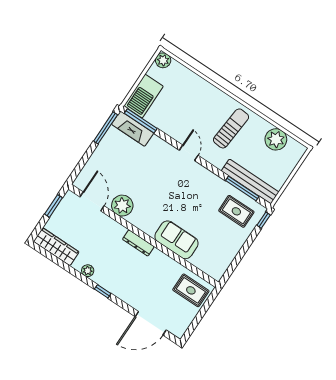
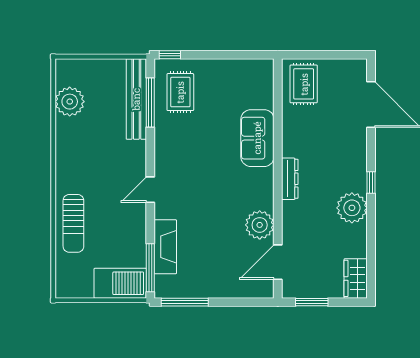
plant: (163, 60) -> (65, 288), removed
sun lounger: (231, 128) -> (73, 223), moved, turned -95
fireplace: (133, 129) -> (165, 247), moved
wardrobe: (56, 247) -> (356, 278), width x0.67
plant: (88, 271) -> (352, 208), width x1.87, depth x1.87

